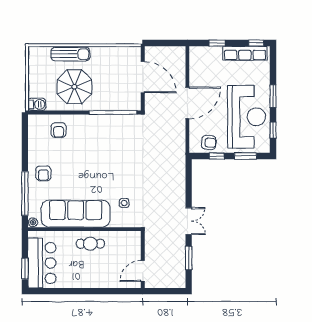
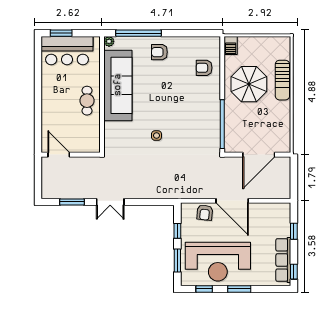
armchair: (209, 143) -> (205, 213), moved
side table: (124, 203) -> (156, 136), moved

